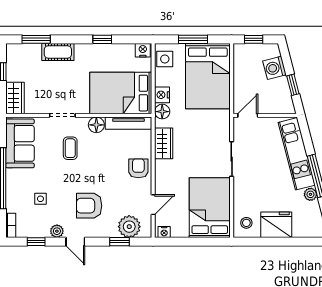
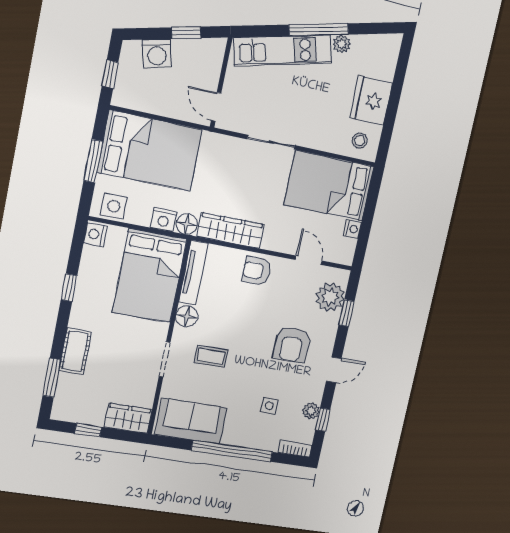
wardrobe: (164, 143) -> (231, 230), width x1.50
plant: (57, 231) -> (311, 411), moved
nightstand: (164, 232) -> (352, 229), moved

